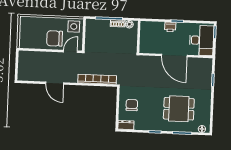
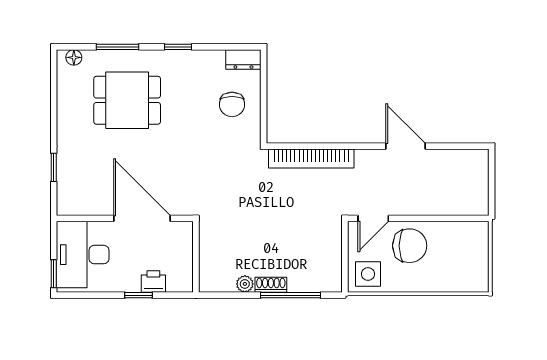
wall: (139, 37) -> (196, 257), moved

